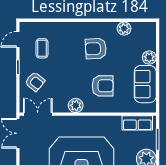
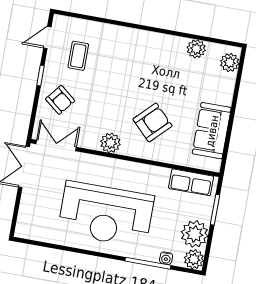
armchair: (96, 49) -> (152, 69), removed
plant: (149, 58) -> (230, 62), moved
armchair: (103, 86) -> (153, 122), turned -45

